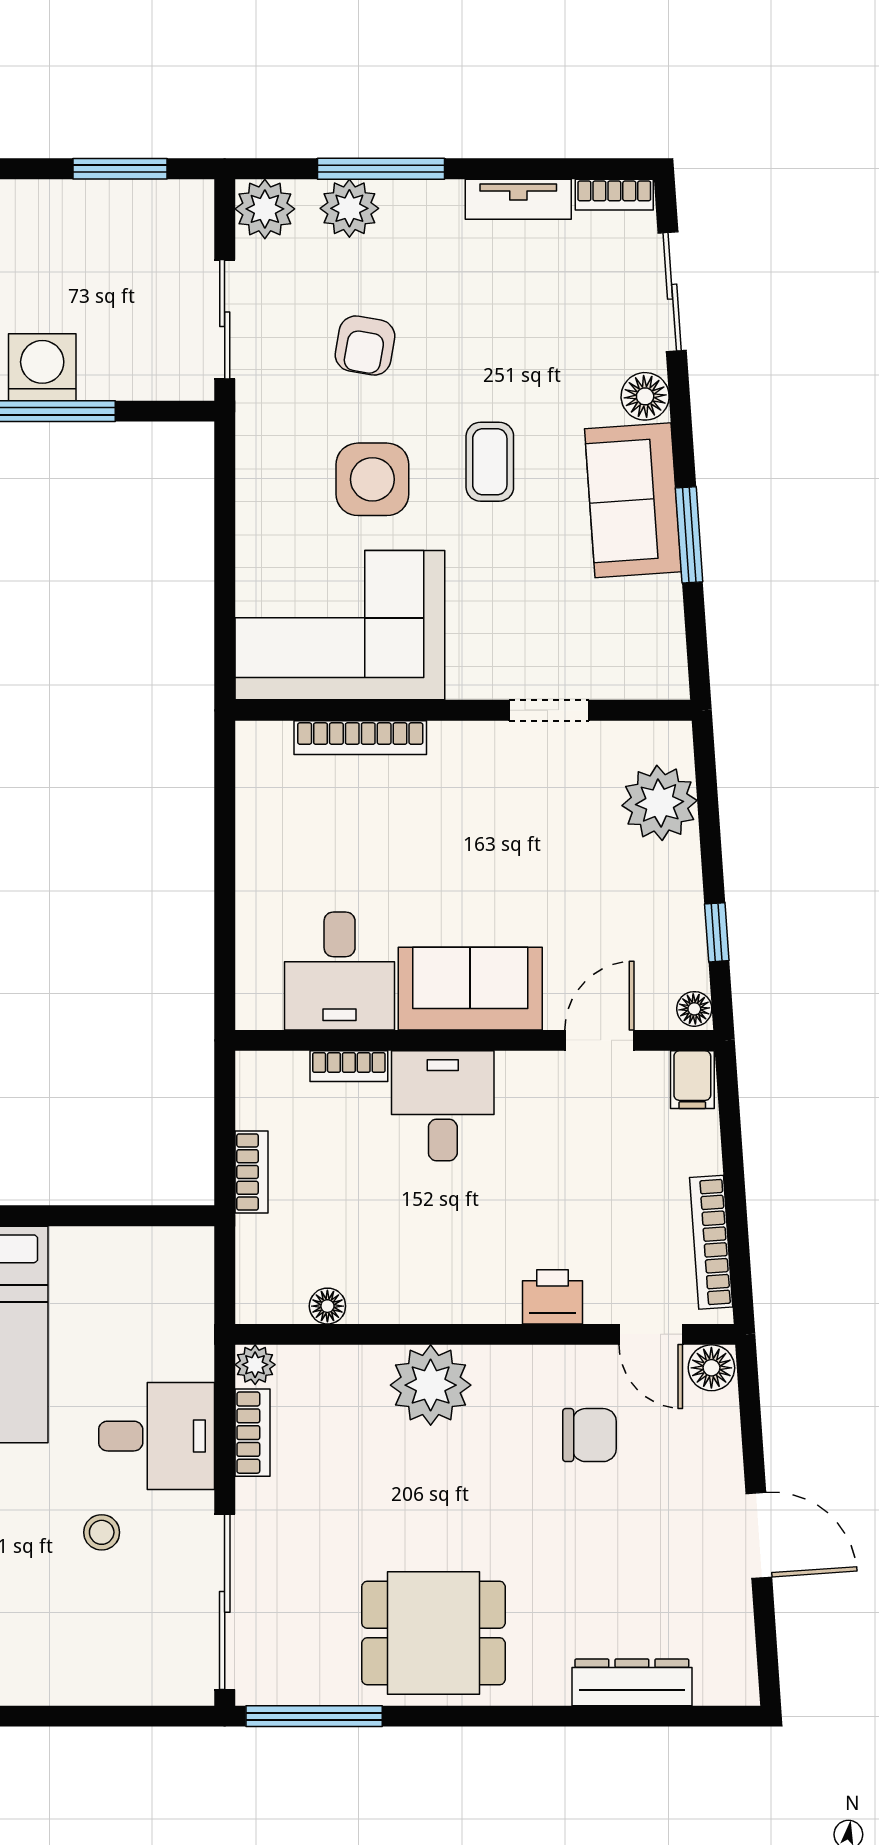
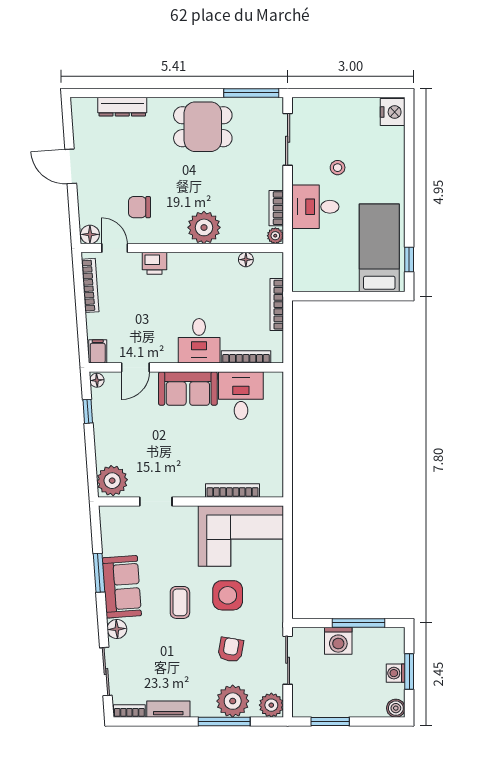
plant: (349, 208) -> (233, 701), width x1.36, depth x1.36
washing machine: (42, 367) -> (338, 641), moved
plant: (660, 803) -> (112, 481), moved
bookcase: (349, 1066) -> (246, 357), width x1.56
bookcase: (251, 1172) -> (277, 305), width x1.56
sliding door: (225, 1602) -> (288, 139), width x0.73

